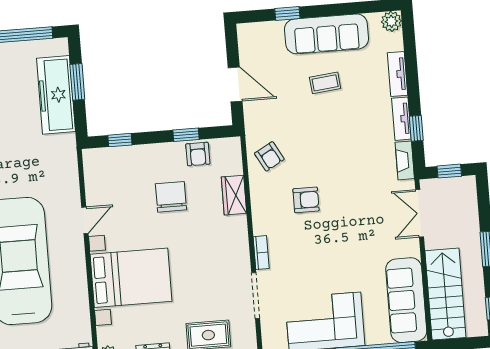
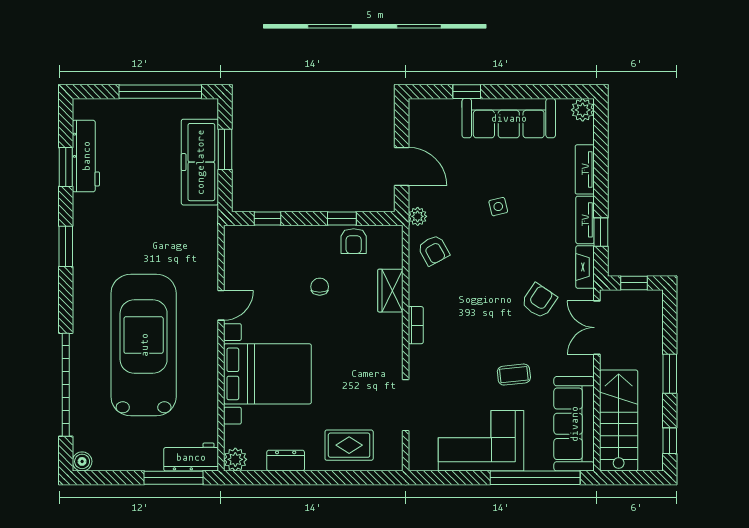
coffee table: (325, 83) -> (514, 375), moved
side table: (324, 113) -> (498, 207), added
plant: (253, 128) -> (418, 216), added
chair: (171, 197) -> (320, 287), width x0.54, depth x0.54
armchair: (306, 200) -> (539, 301), moved, turned -56
bookcase: (261, 253) -> (416, 325), moved

